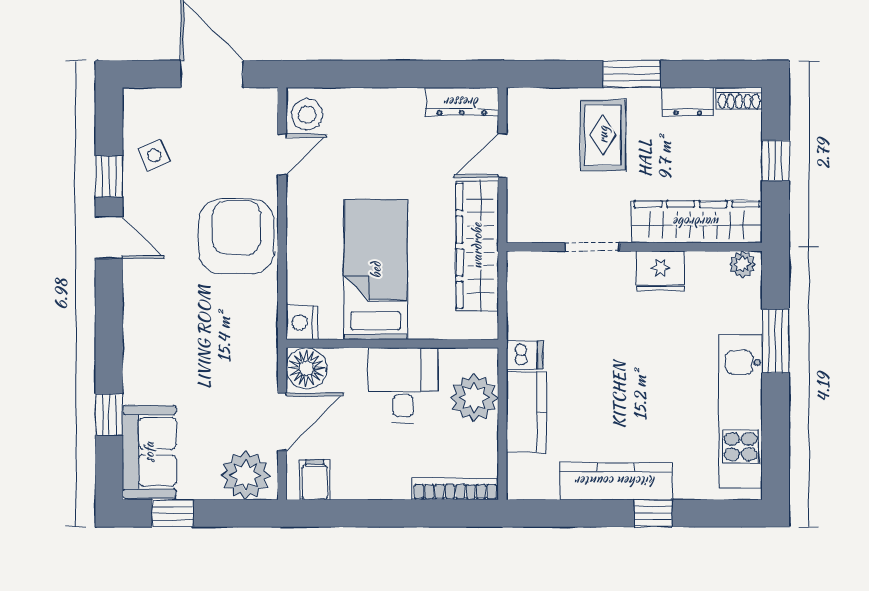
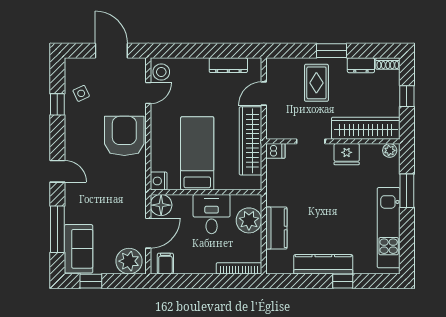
dresser: (462, 102) -> (228, 65), moved
door: (109, 238) -> (57, 171), moved
dishwasher: (525, 355) -> (275, 151), moved
window: (109, 415) -> (57, 229), width x2.17

